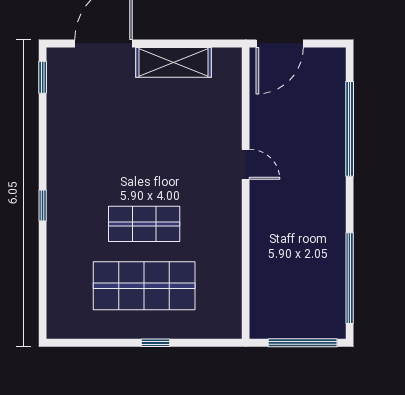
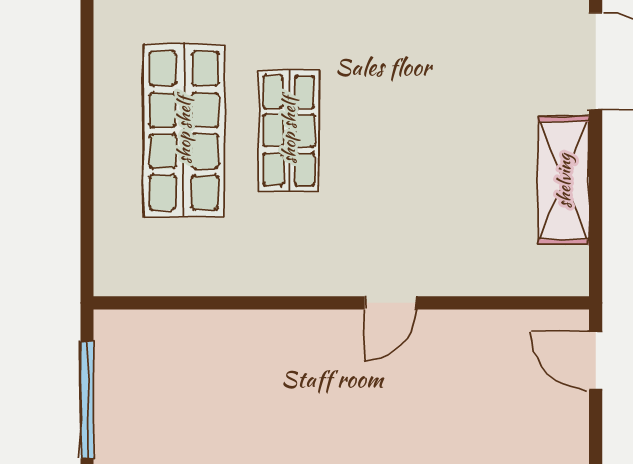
door: (280, 43) -> (596, 361), width x0.73
window: (156, 343) -> (87, 150), removed

